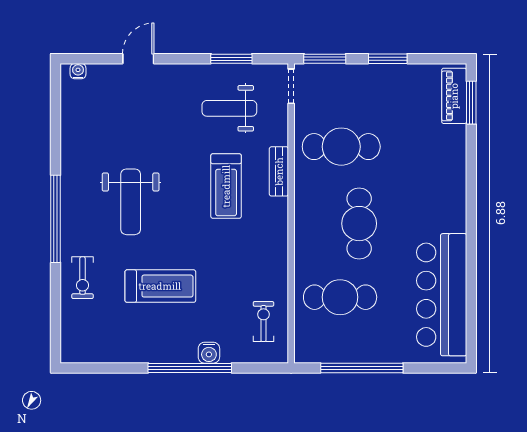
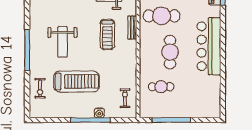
exercise bike: (83, 278) -> (40, 88), moved
treadmill: (160, 286) -> (76, 81), width x1.37, depth x1.38
bar counter: (442, 295) -> (209, 46), moved
cafe table: (340, 297) -> (161, 87), width x0.73, depth x0.74

